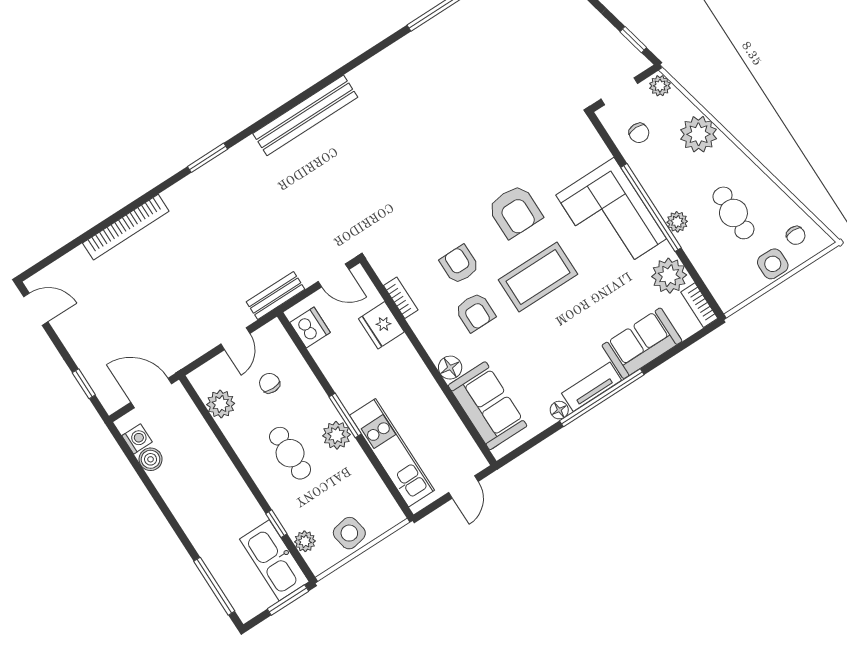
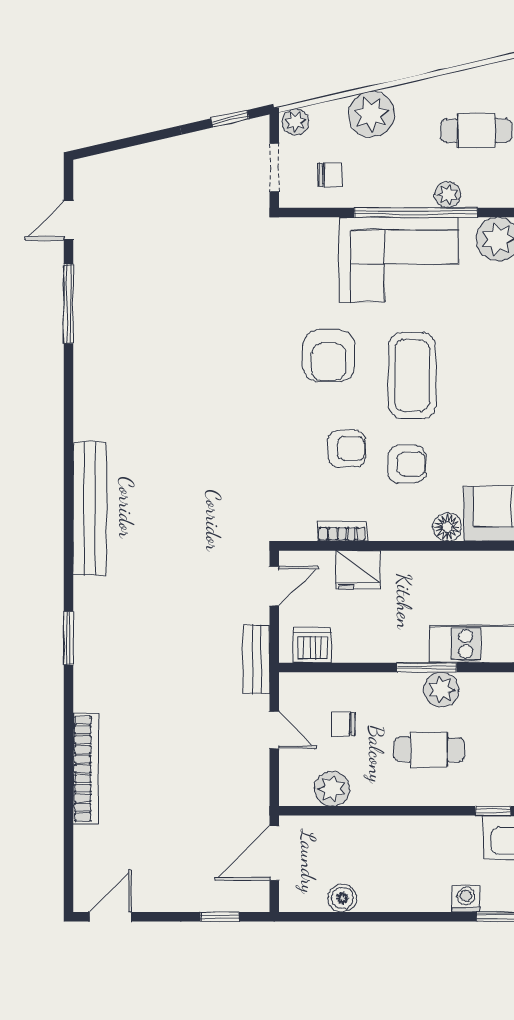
armchair: (515, 211) -> (329, 356), turned 90
armchair: (459, 264) -> (347, 449), turned 180
washing machine: (137, 439) -> (466, 898), moved

